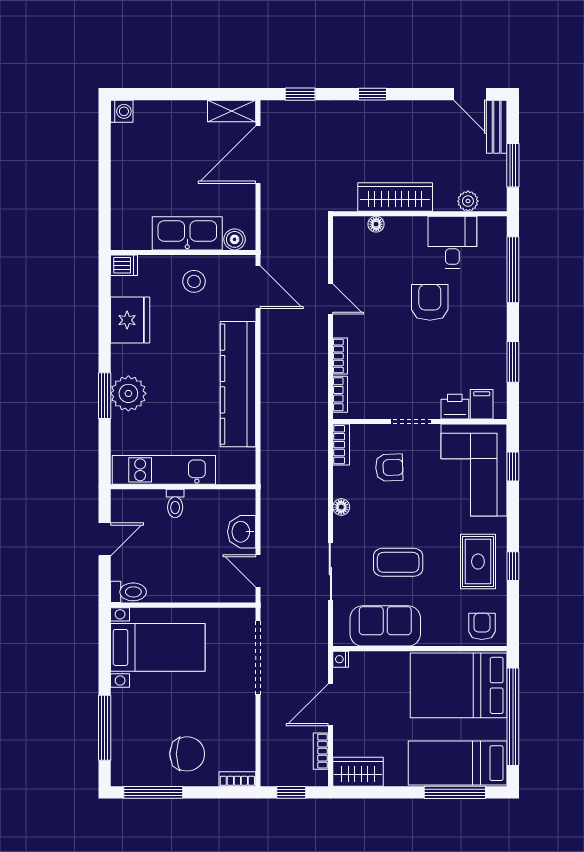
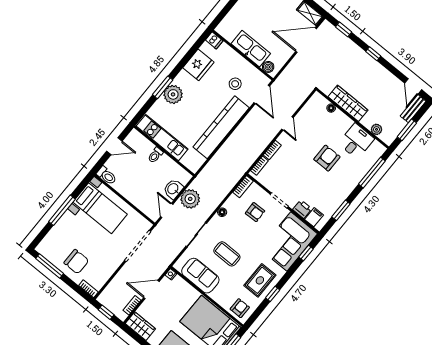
stool: (194, 281) -> (235, 84), moved
plant: (279, 526) -> (190, 199), added
window: (105, 728) -> (62, 210), moved

